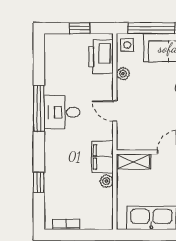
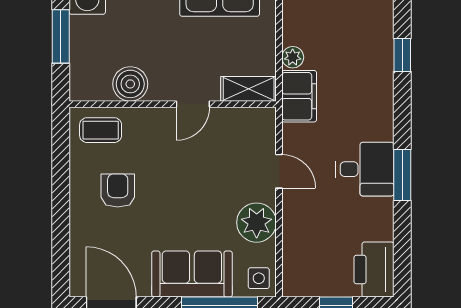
printer: (101, 57) -> (374, 270), moved, turned 180
plant: (123, 74) -> (257, 223), width x1.88, depth x1.88
window: (39, 109) -> (402, 175), width x0.69

